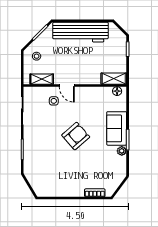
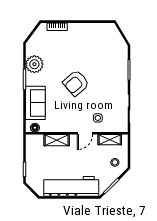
shelving: (114, 79) -> (57, 140), moved
door: (67, 85) -> (85, 133), swing flipped
sofa: (117, 128) -> (35, 103), moved
plant: (122, 151) -> (34, 64), width x1.87, depth x1.87

